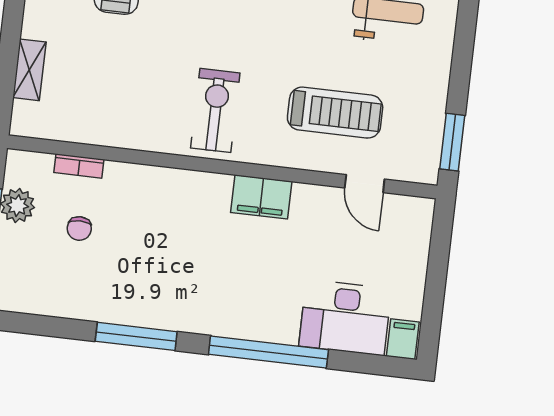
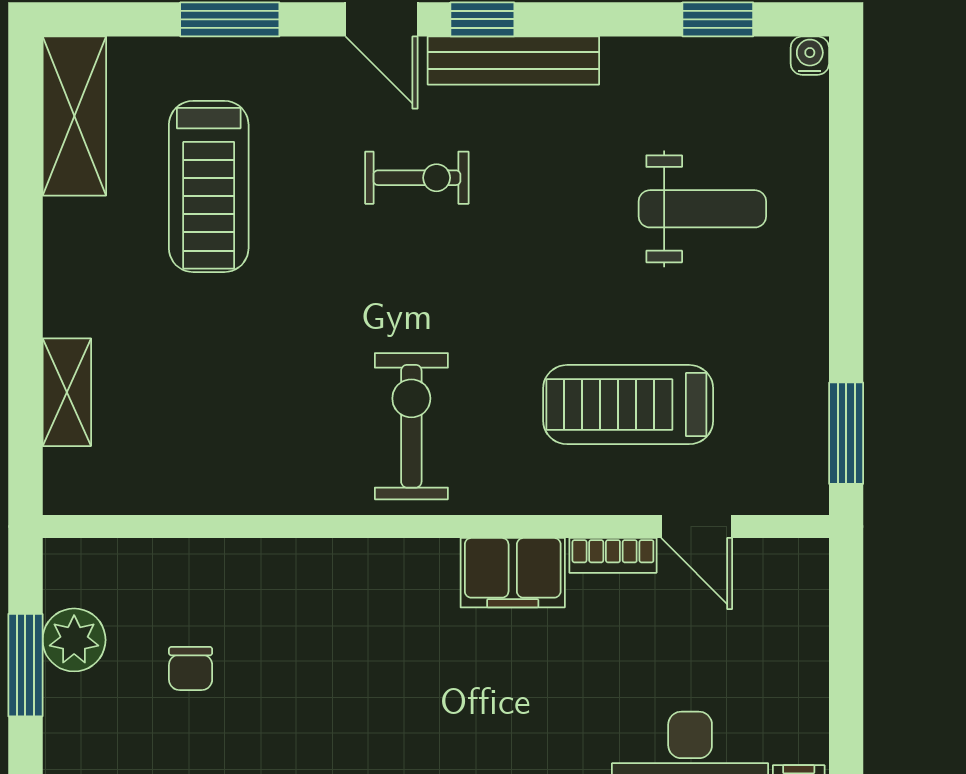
treadmill: (335, 113) -> (628, 405), turned 180
bookcase: (79, 166) -> (613, 555), moved

